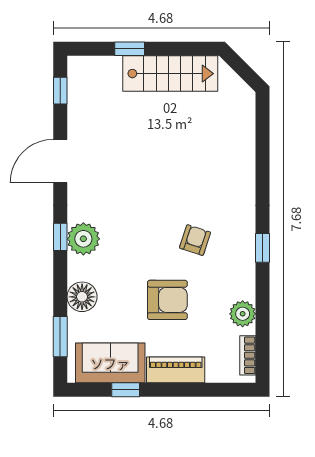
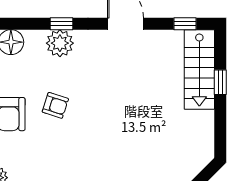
stairs: (170, 74) -> (199, 69), moved
armchair: (195, 240) -> (55, 105), moved

